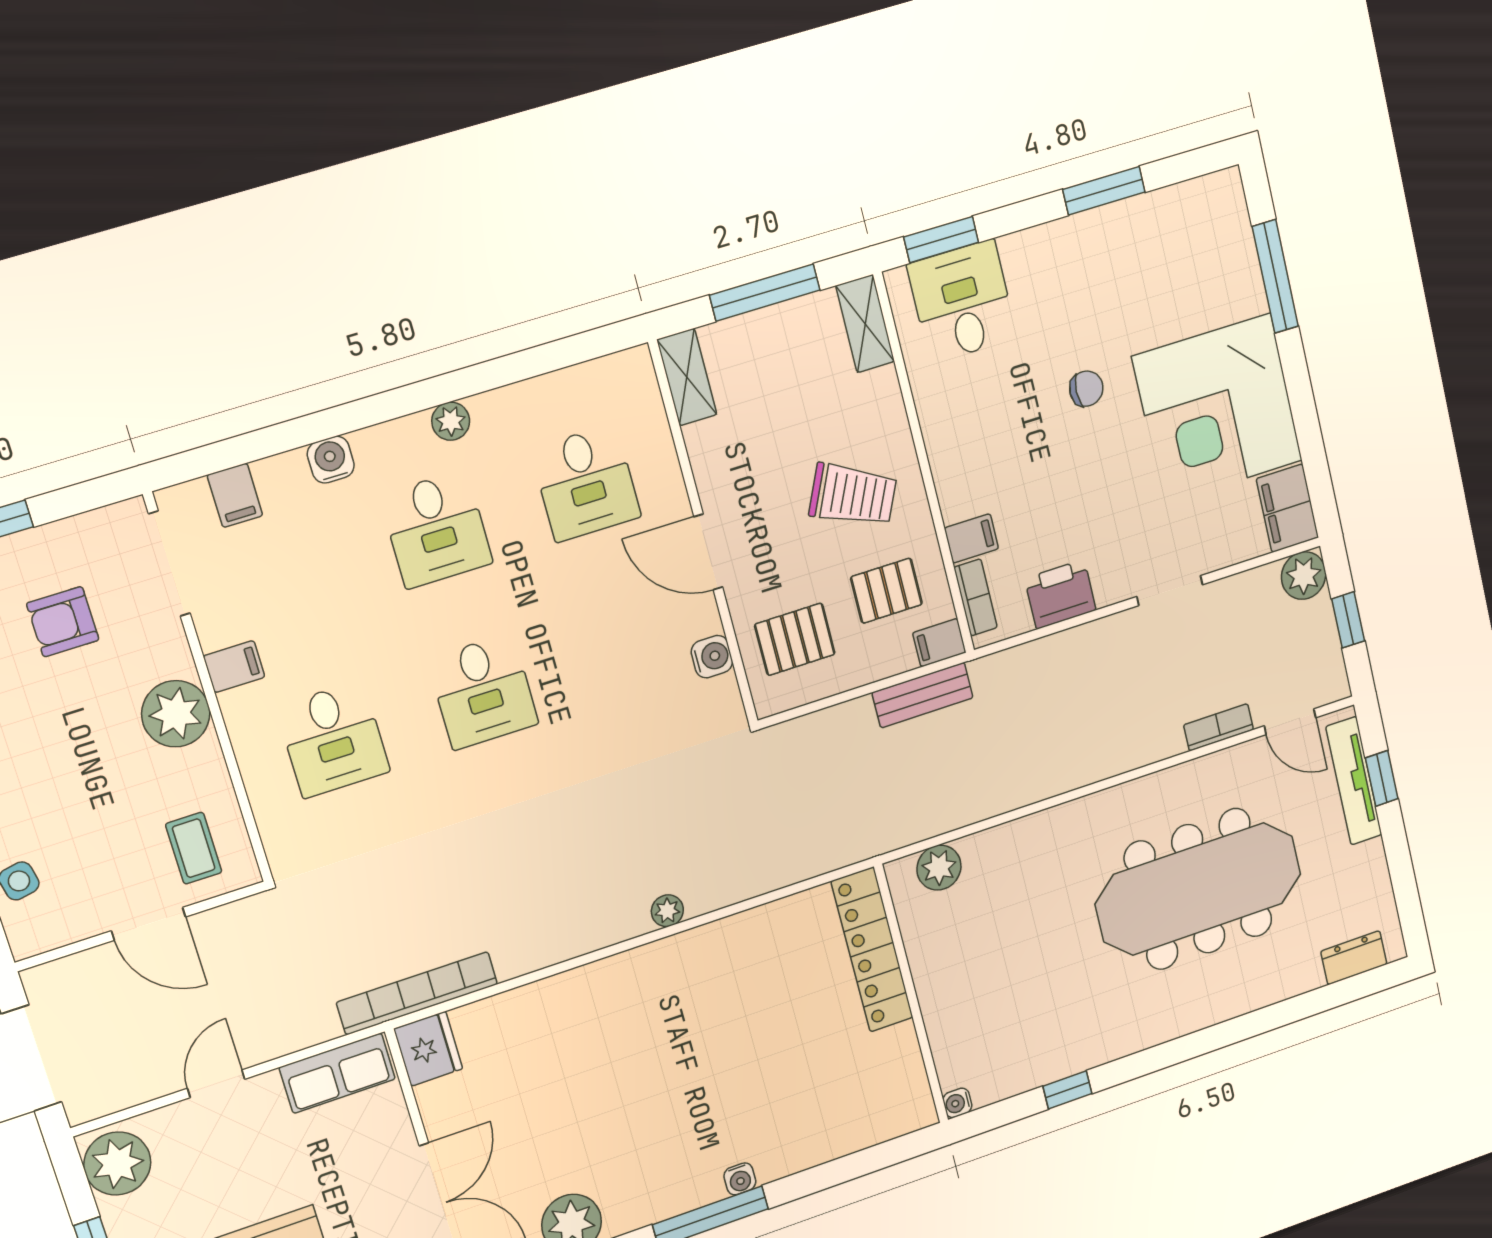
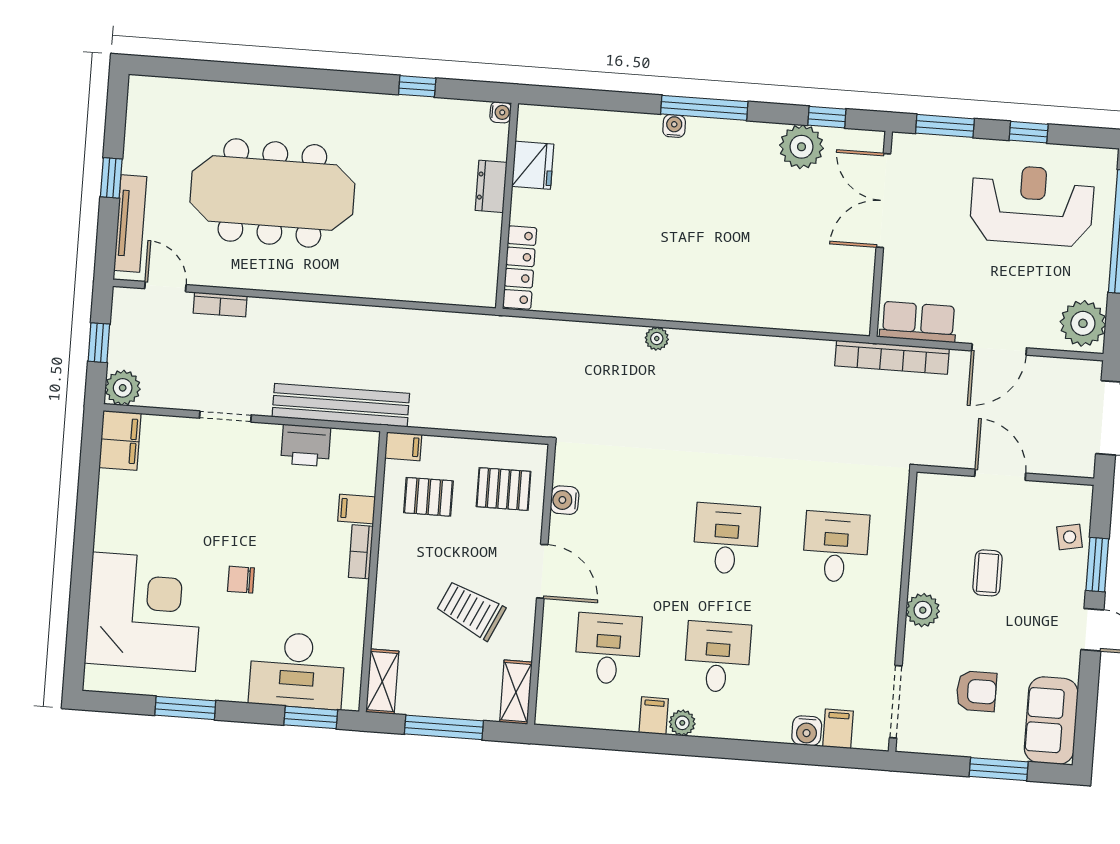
window: (1275, 276) -> (79, 605), removed
desk: (962, 301) -> (297, 670), width x1.37
corner desk: (1217, 409) -> (144, 612), moved
water cooler: (331, 460) -> (807, 731), moved
trolley: (853, 495) -> (471, 610), moved
bookcase: (976, 597) -> (361, 552), moved
filing cabinet: (234, 667) -> (654, 716), moved, turned 90
bench: (923, 695) -> (341, 405), moved, width x1.86, depth x1.21
plant: (176, 714) -> (923, 610), width x0.73, depth x0.73
window: (1382, 778) -> (111, 178), moved
coffee table: (194, 848) -> (988, 573), moved
plant: (939, 868) -> (457, 288), removed
locker: (872, 950) -> (520, 267), width x0.71, depth x0.83
dresser: (1354, 958) -> (491, 186), moved, turned 90
bookcase: (417, 993) -> (892, 357), moved
fridge: (428, 1049) -> (533, 165), moved, turned 180
door: (216, 1084) -> (999, 349), width x1.38

